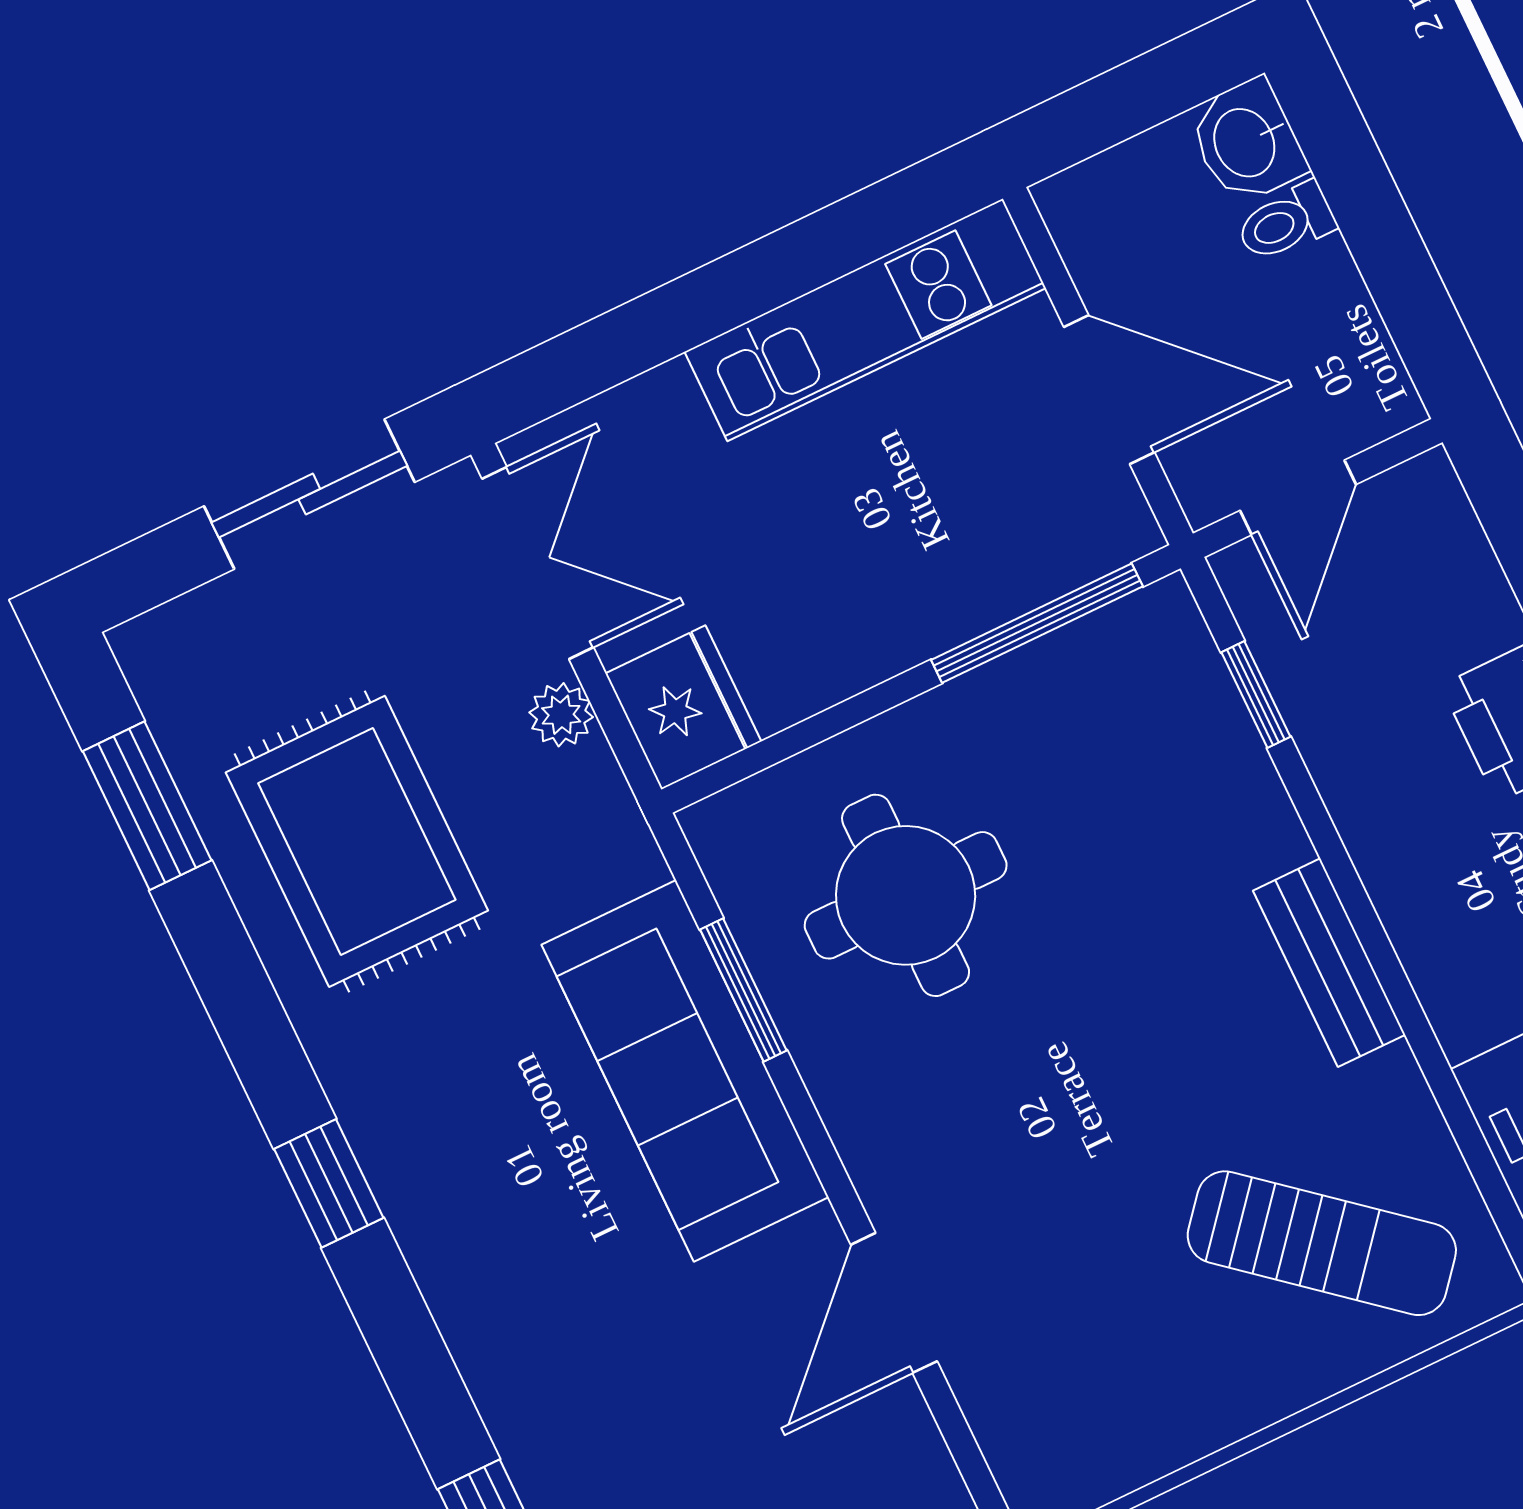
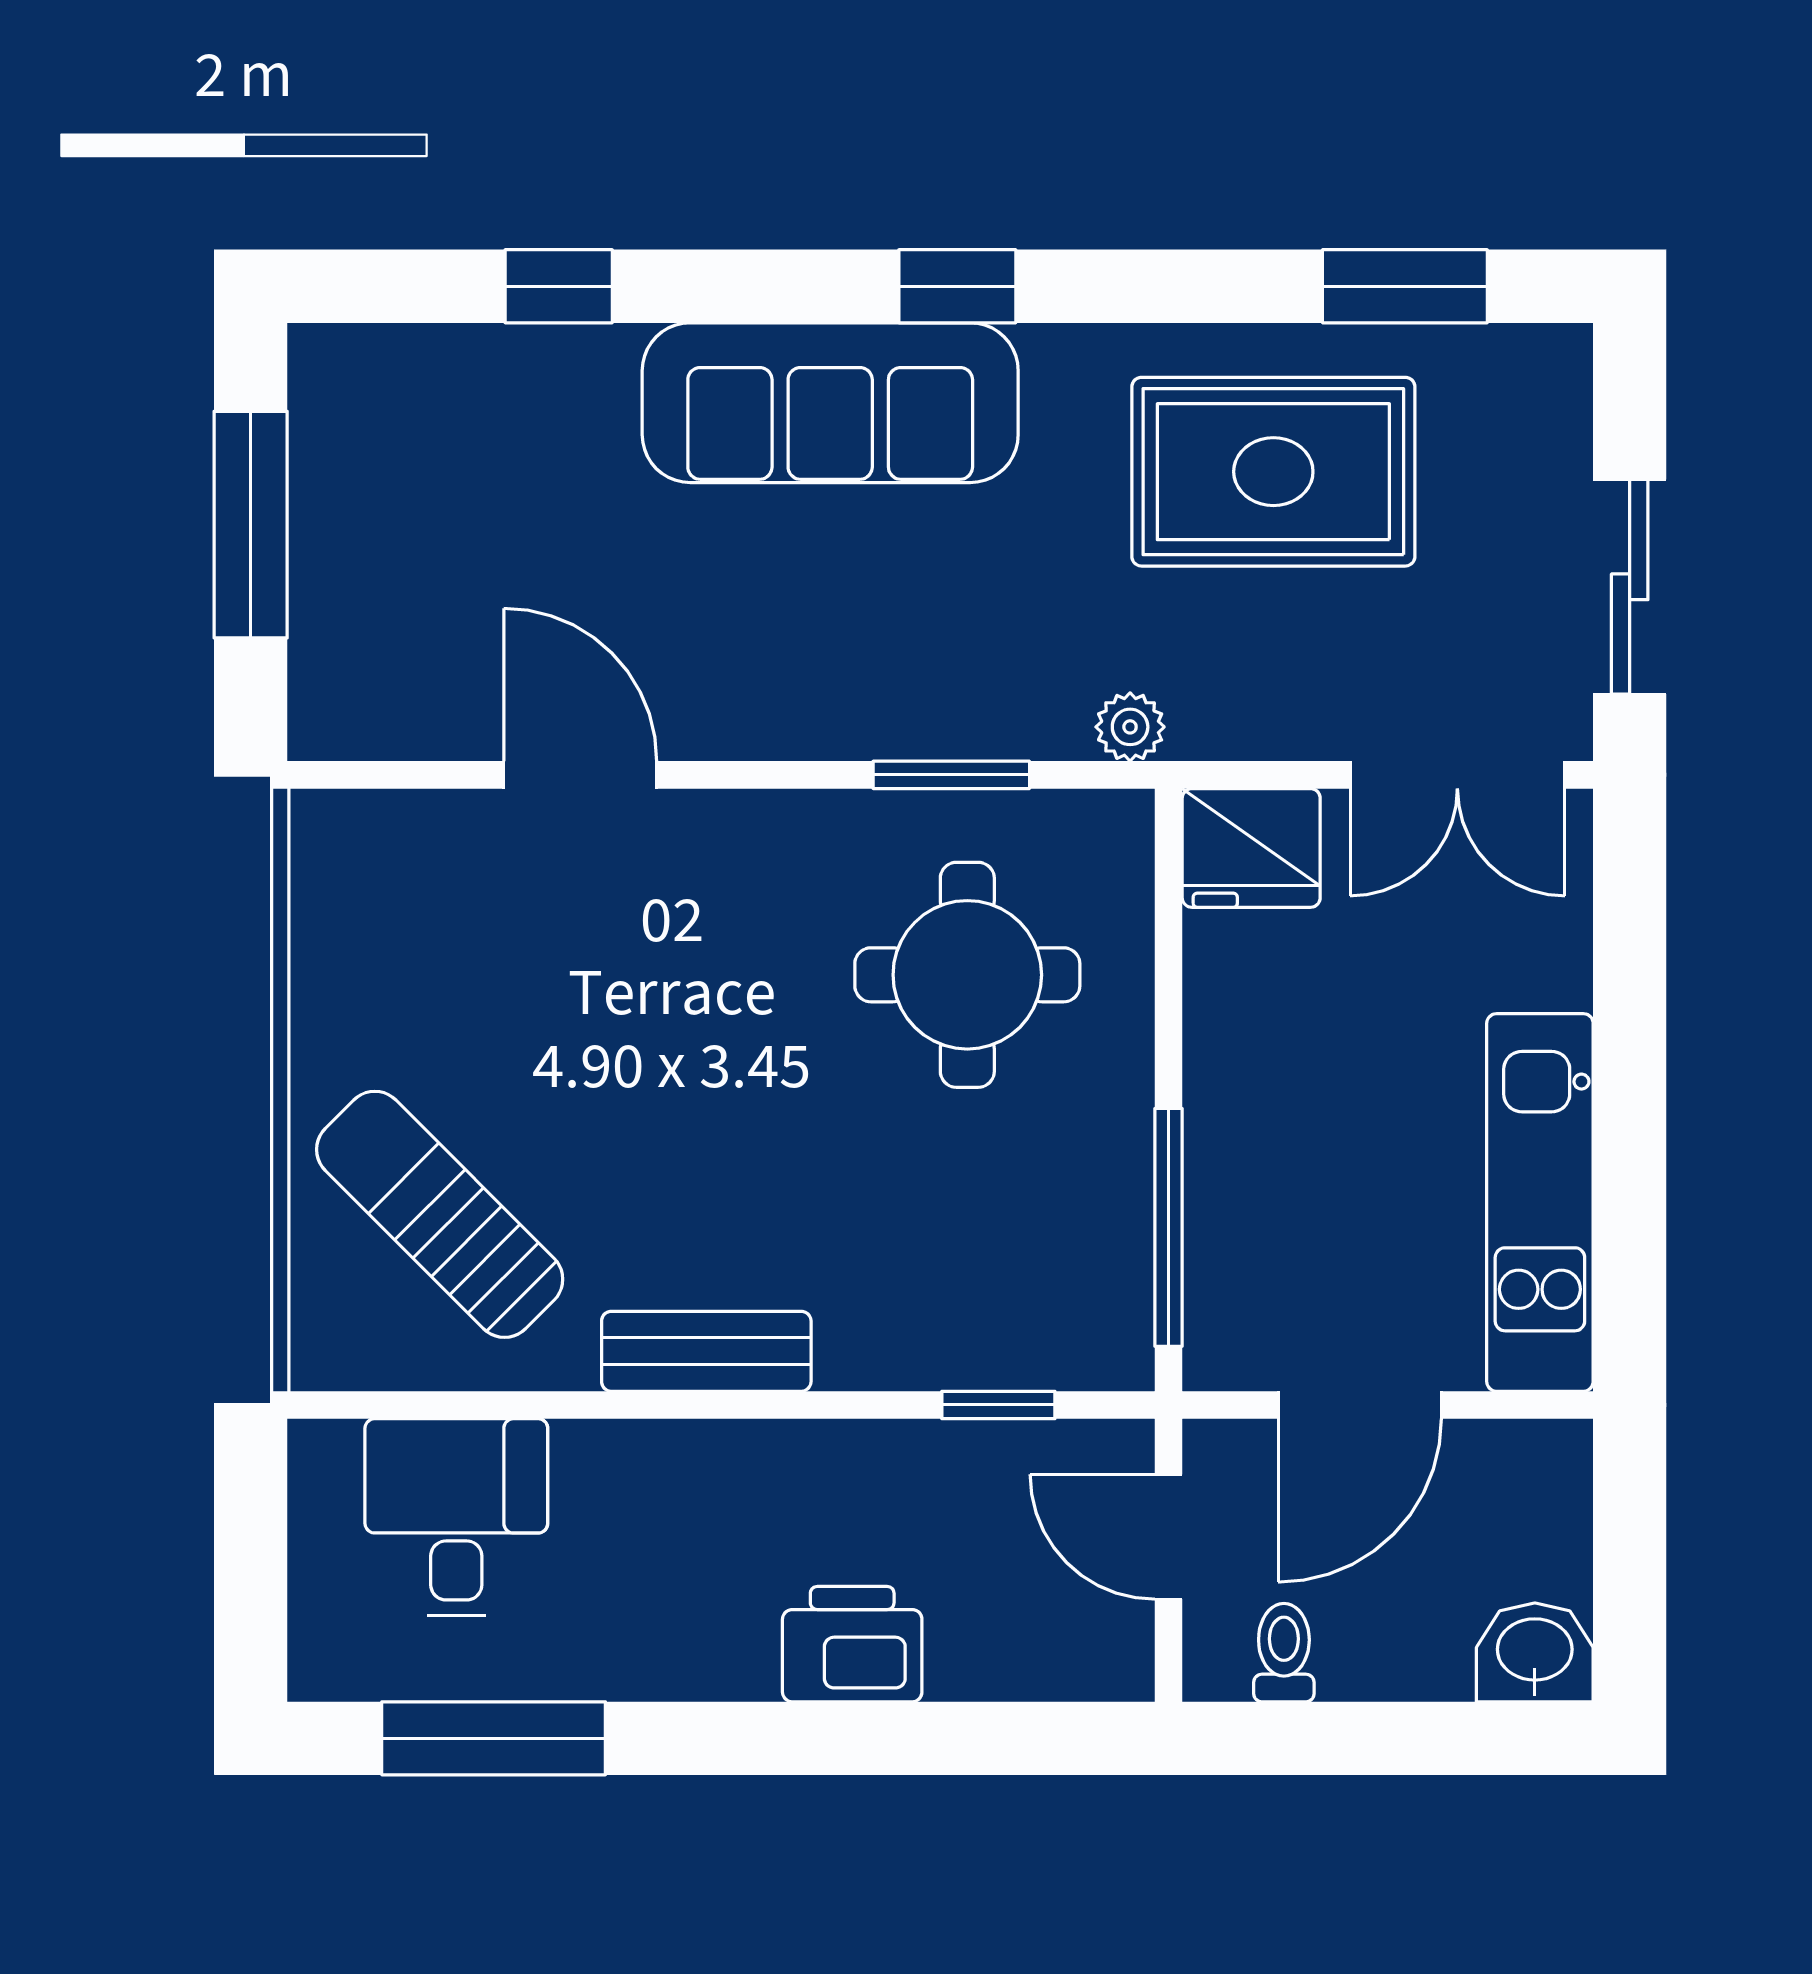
toilet: (1286, 222) -> (1284, 1653), moved
plant: (561, 715) -> (1130, 727), moved
sofa: (685, 1071) -> (830, 403), moved, turned 180
sun lounger: (1322, 1243) -> (440, 1214), turned 95

